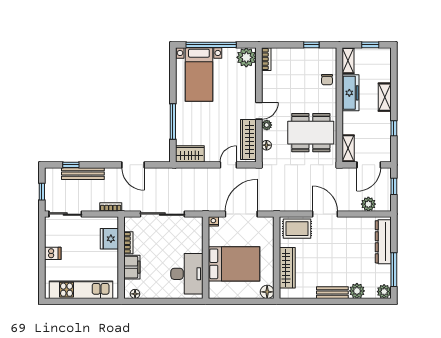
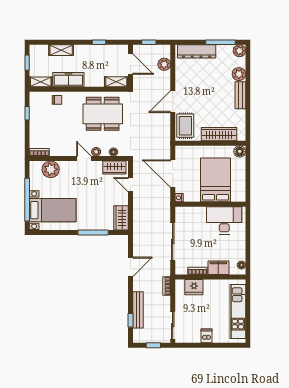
plant: (246, 57) -> (51, 169), moved
shelving: (385, 97) -> (61, 50), moved
dining table: (311, 133) -> (103, 114), turned 90
wardrobe: (248, 140) -> (114, 168), width x0.67

